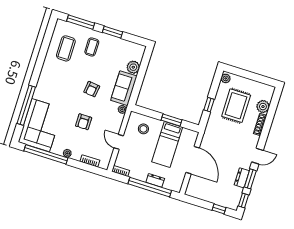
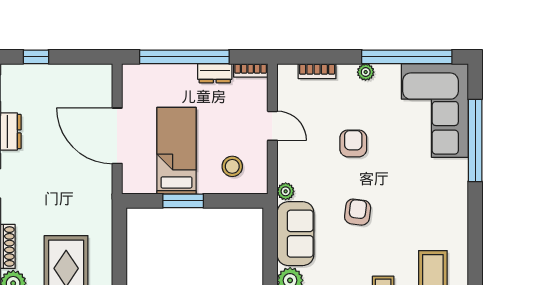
window: (209, 105) -> (119, 254), removed
dresser: (155, 180) -> (215, 73), moved

